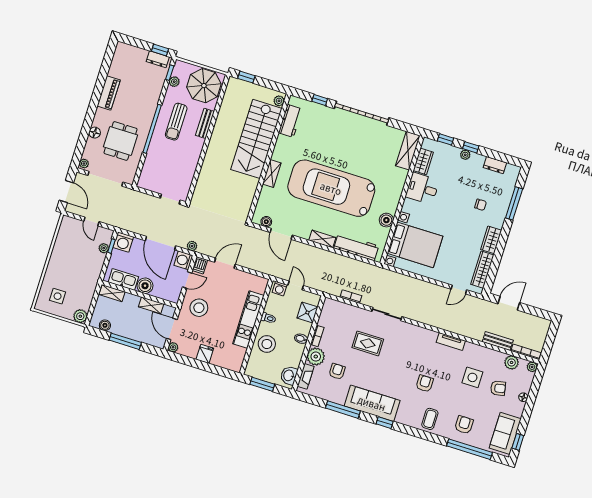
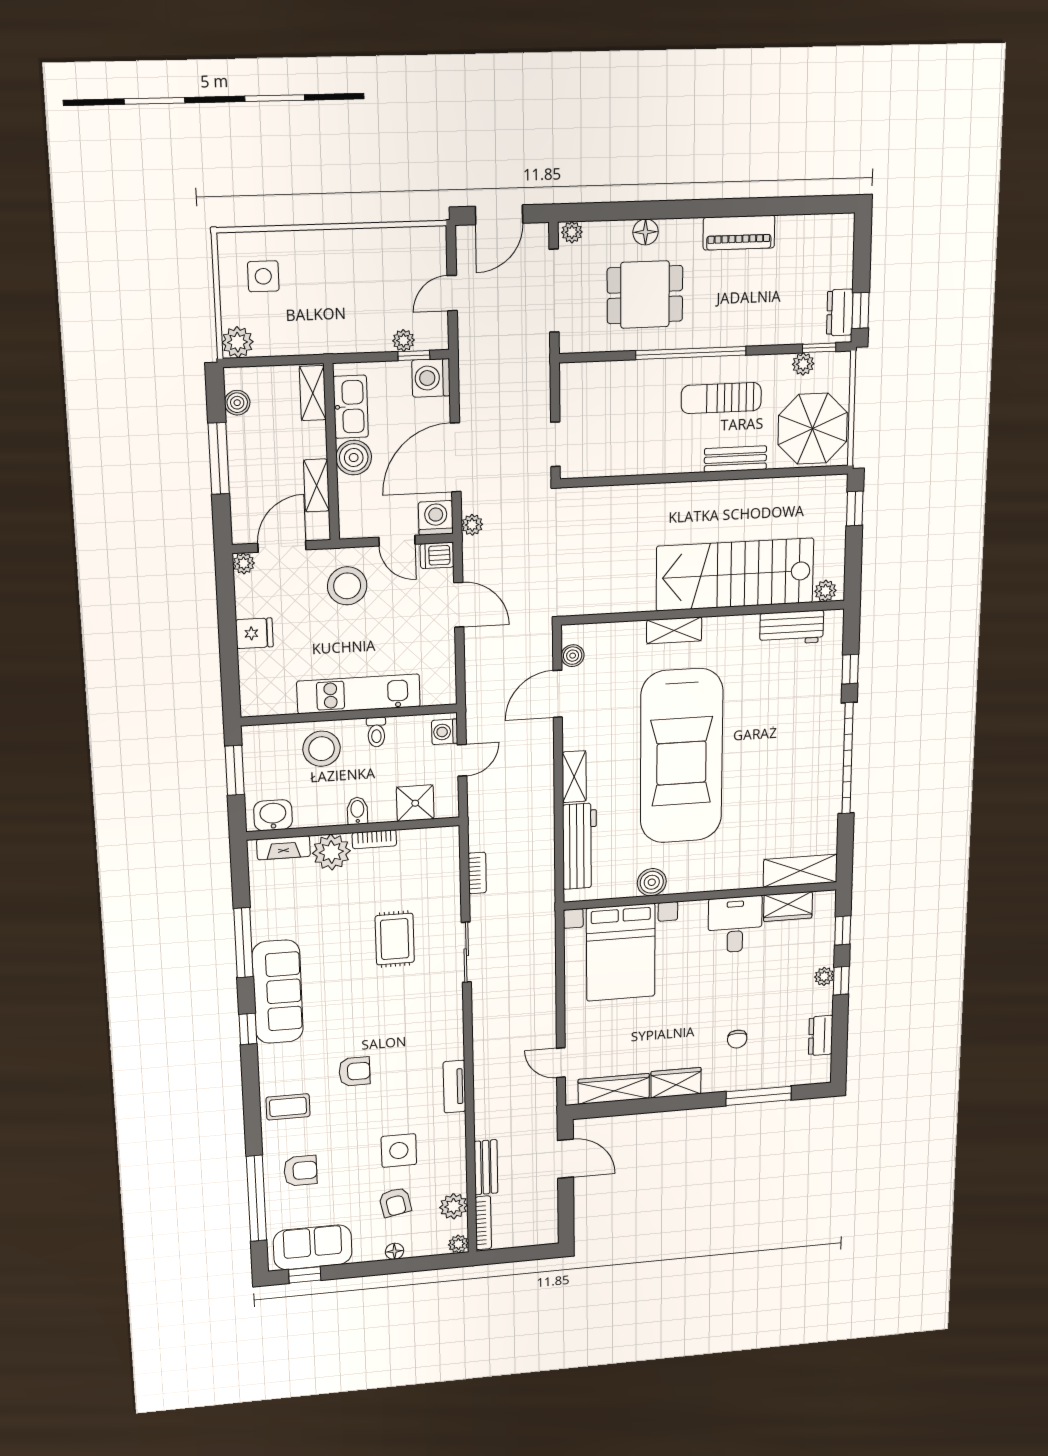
car: (331, 188) -> (681, 756), turned 180
armchair: (337, 371) -> (317, 903), removed

